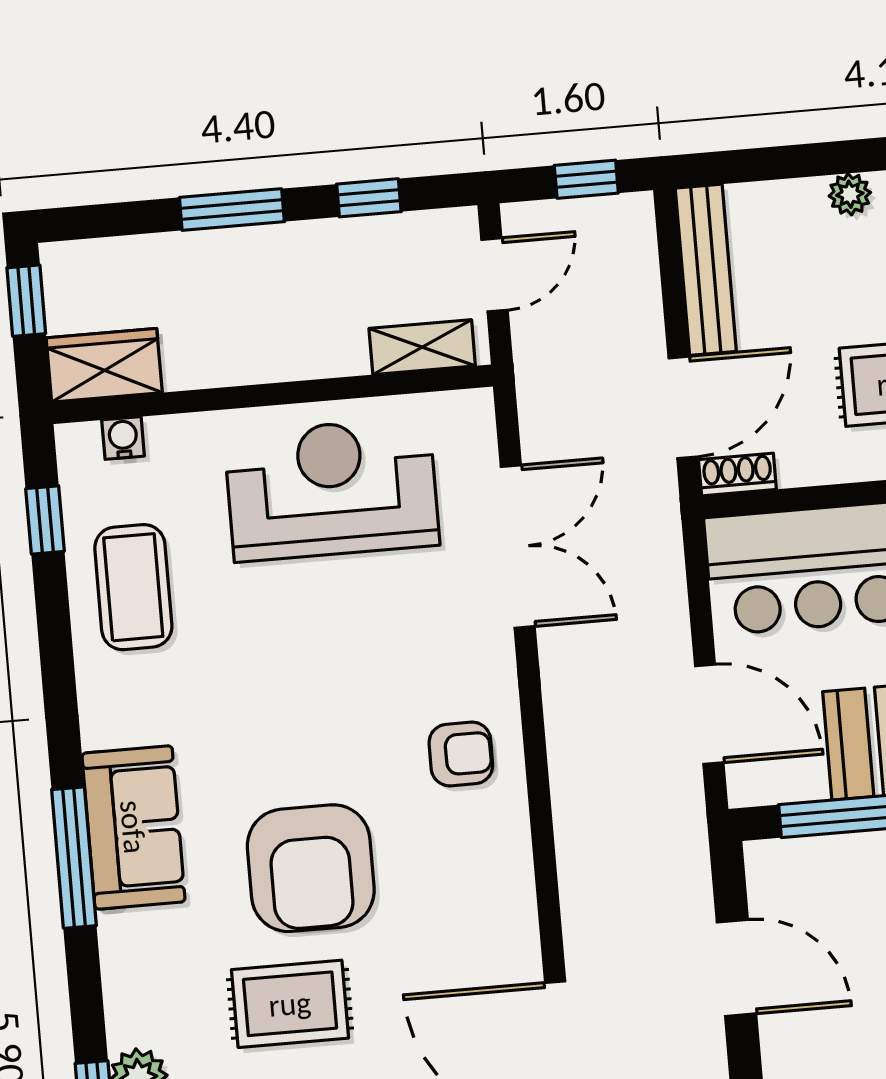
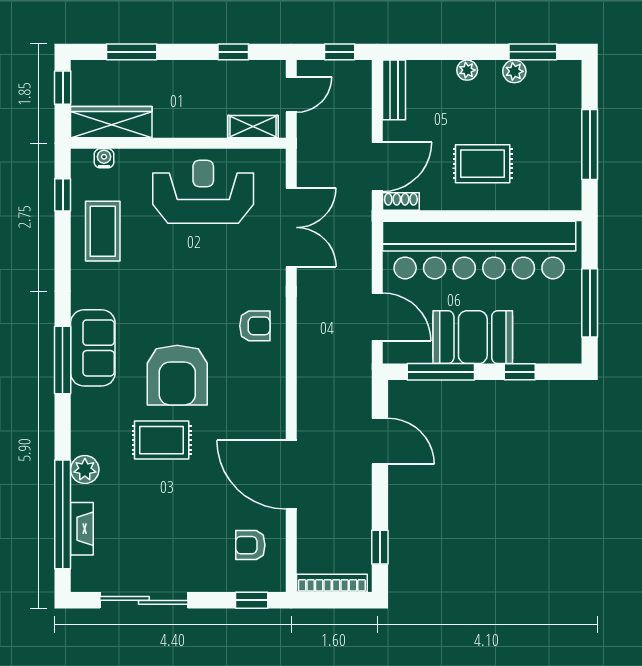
window: (232, 210) -> (132, 52), moved
bench: (706, 270) -> (394, 90), width x0.73
wardrobe: (104, 365) -> (111, 122), width x1.50

